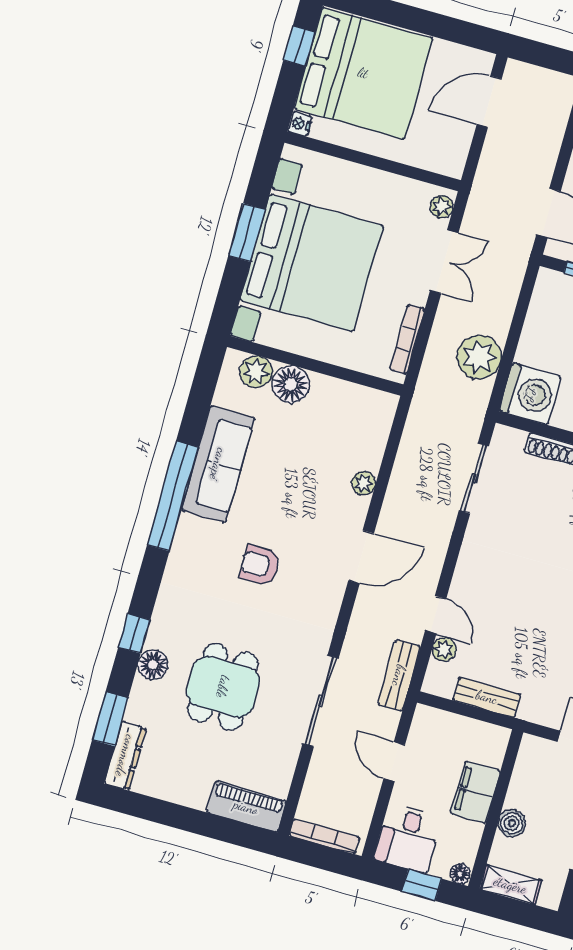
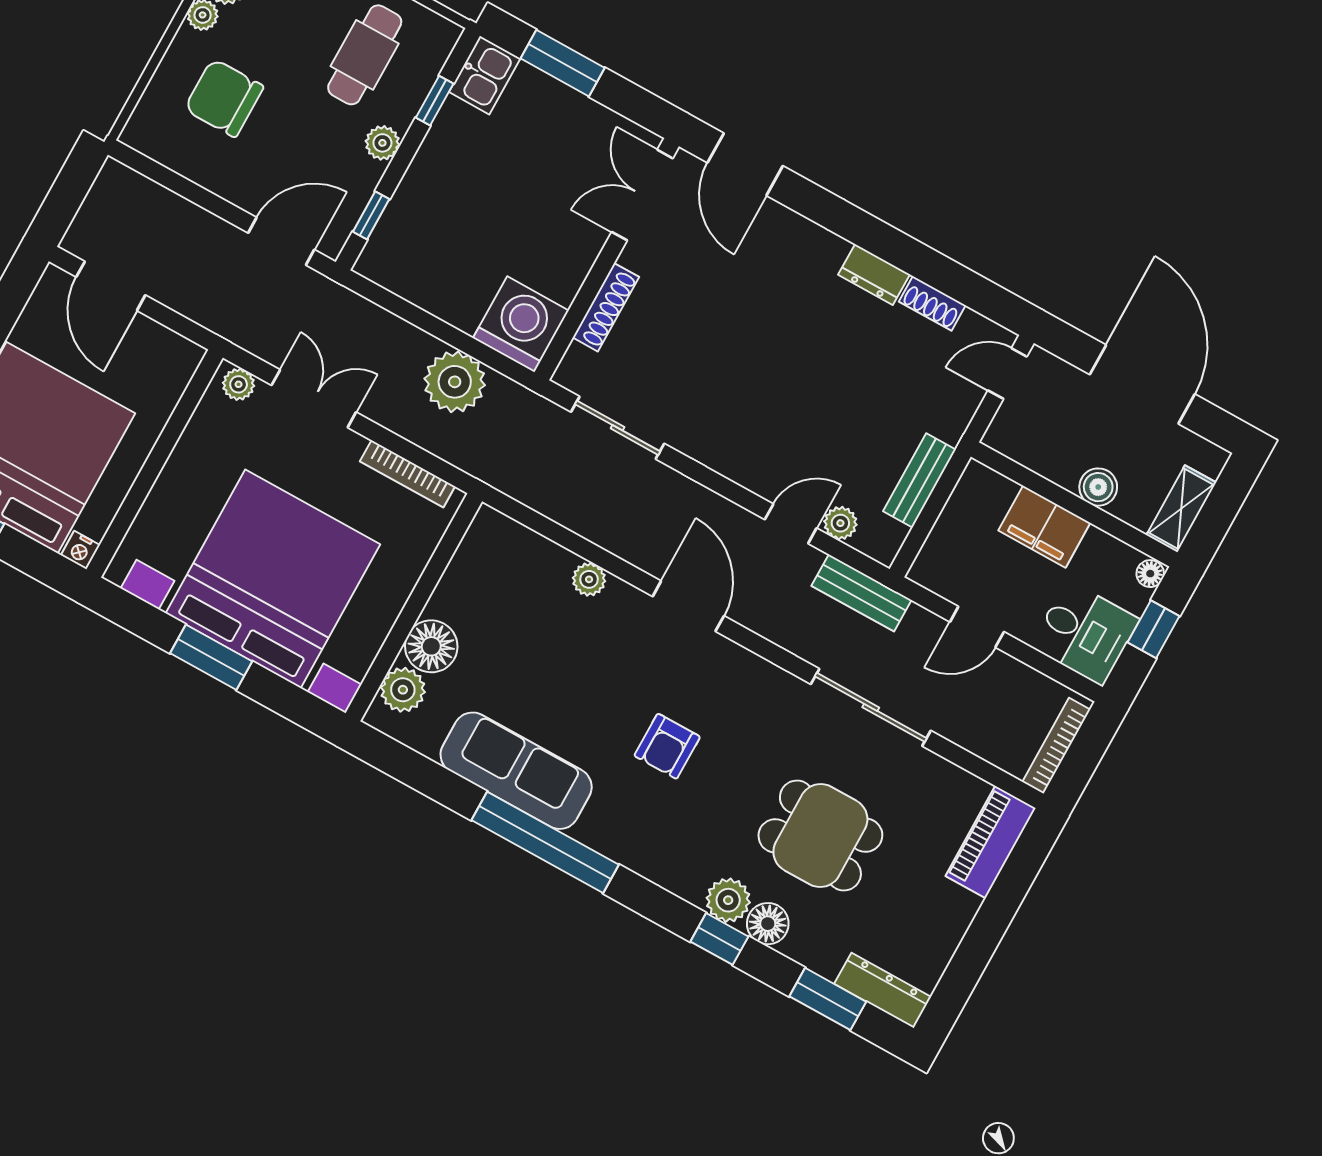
plant: (163, 633) -> (728, 900), added

